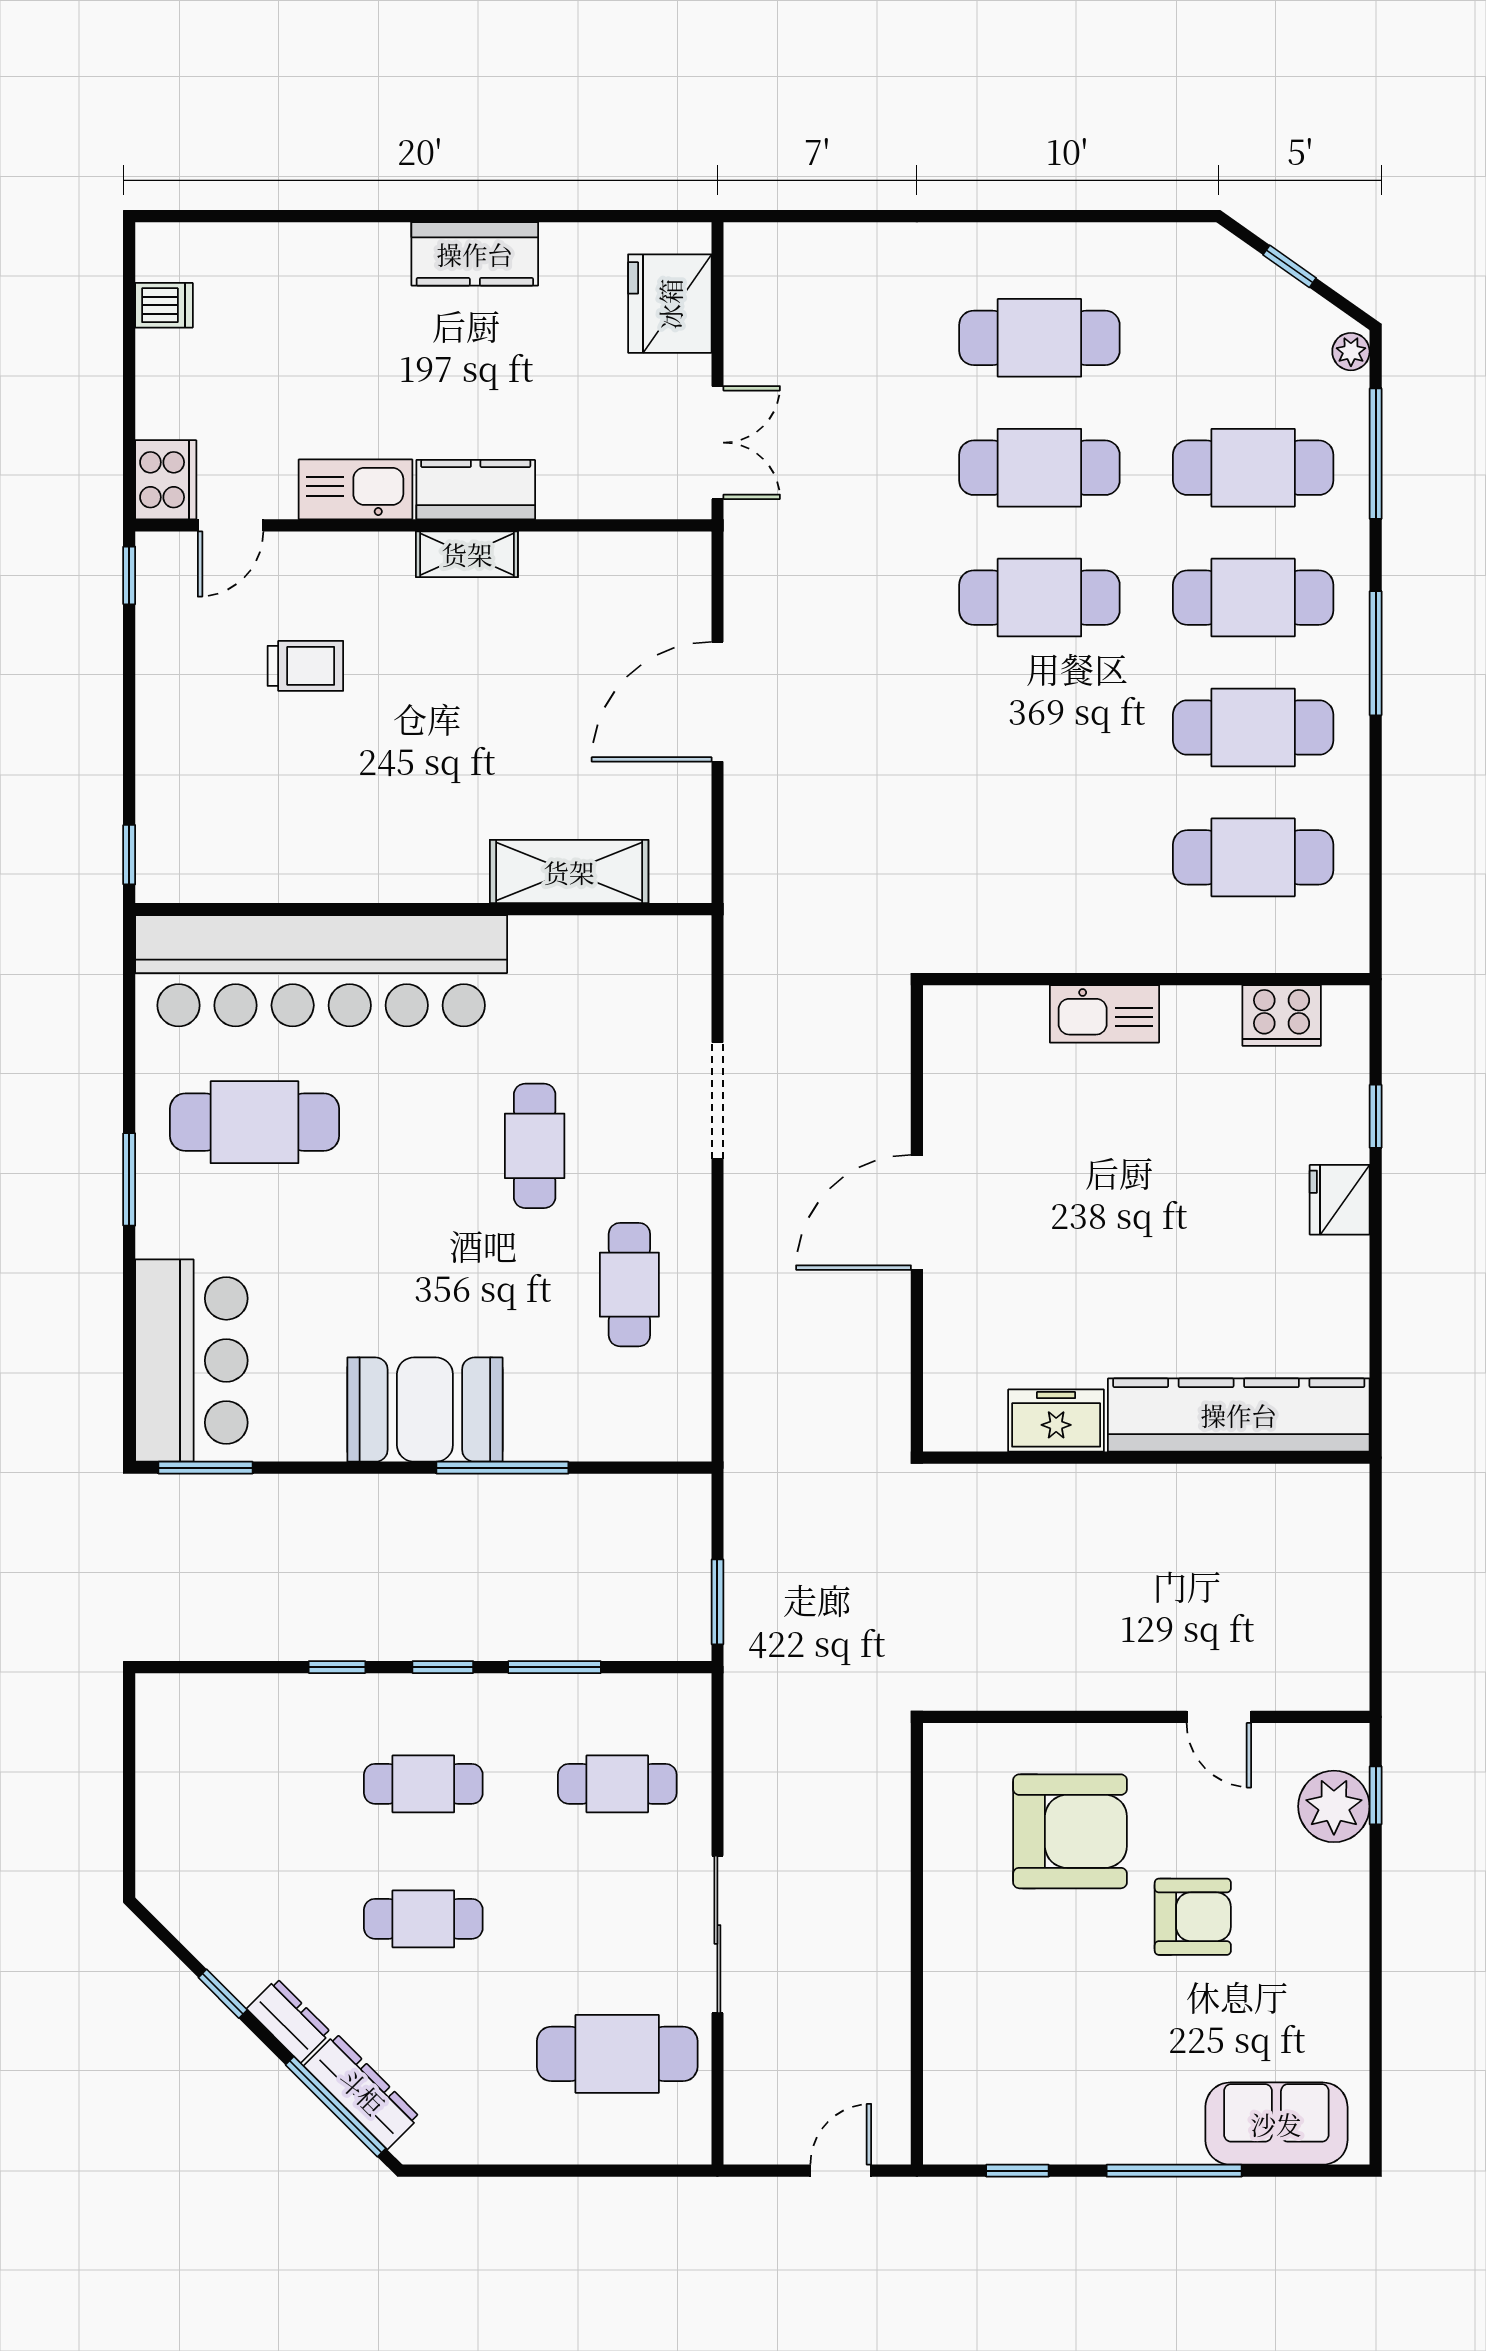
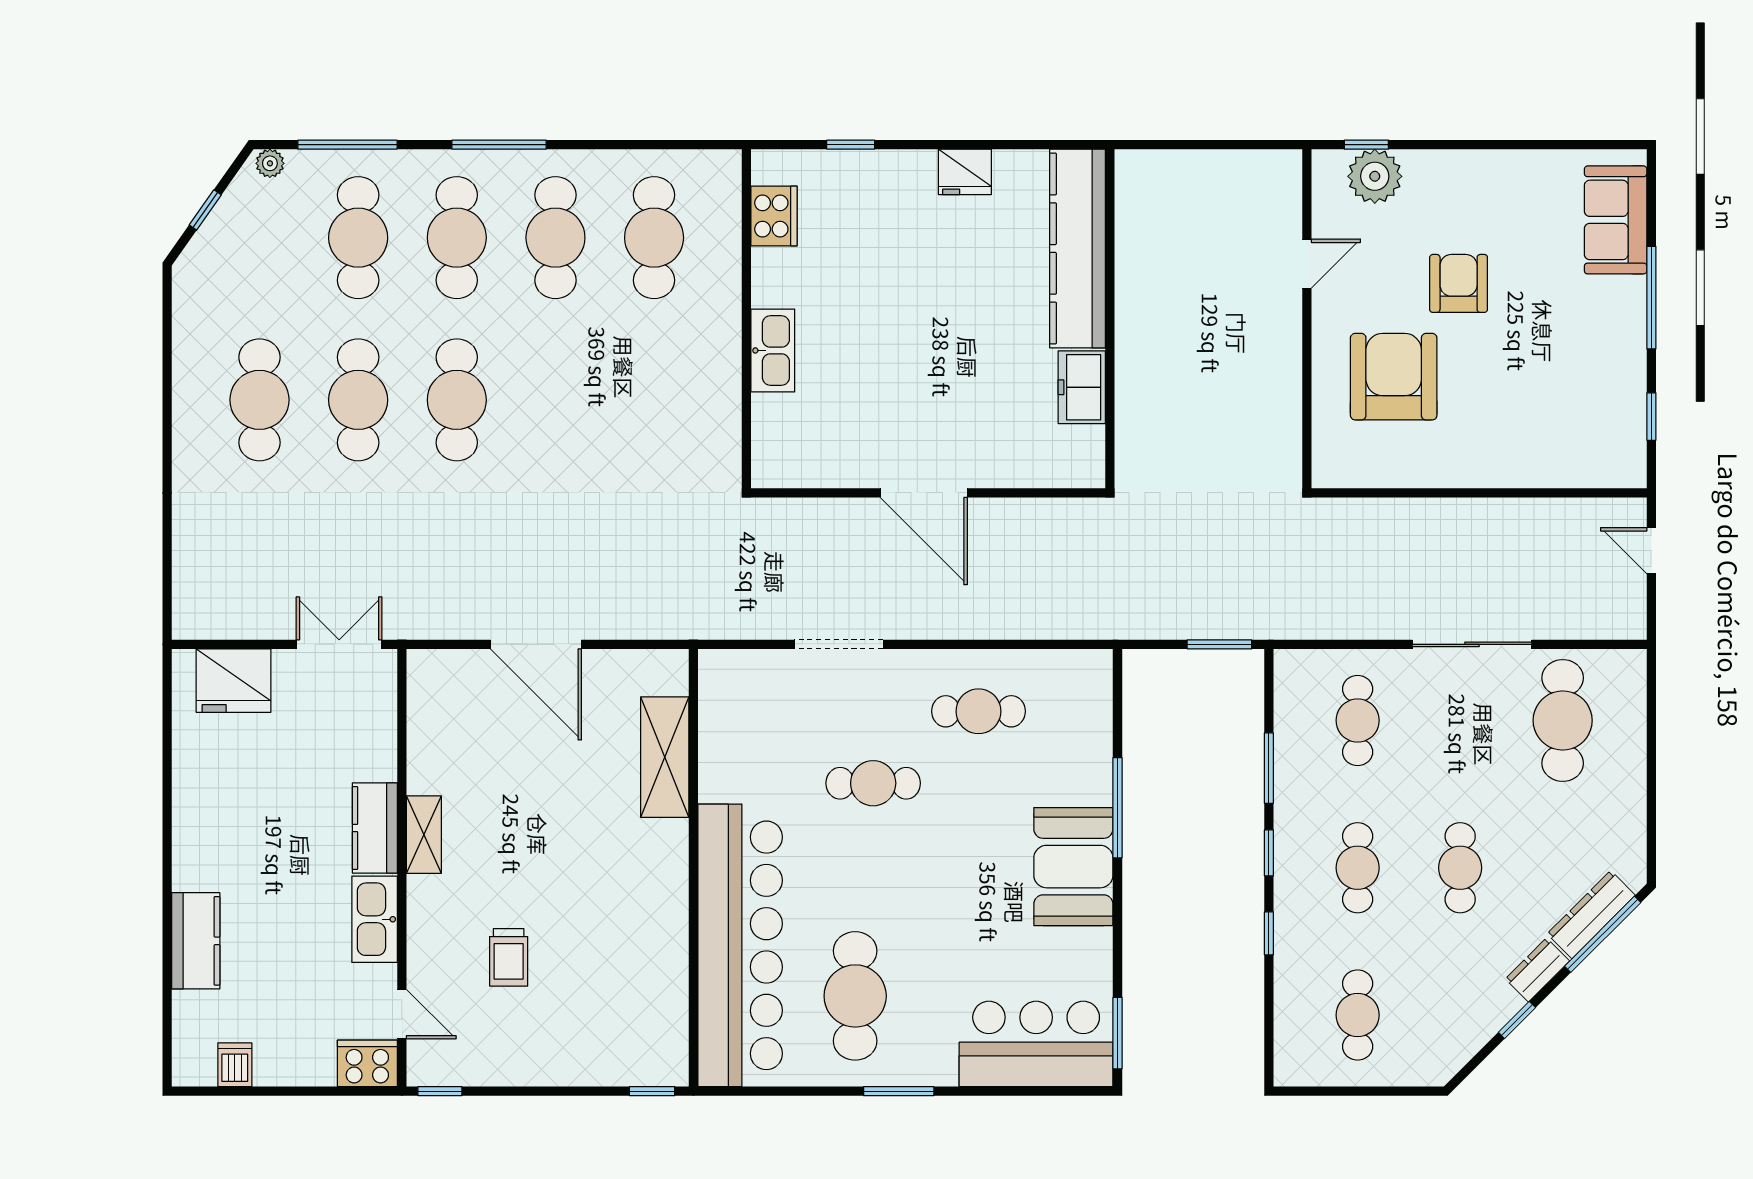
kitchen counter: (475, 254) -> (196, 941), moved
trolley: (305, 666) -> (509, 957), turned 180
fridge: (1340, 1200) -> (965, 172), moved
cafe table: (229, 1784) -> (1358, 1015), added

